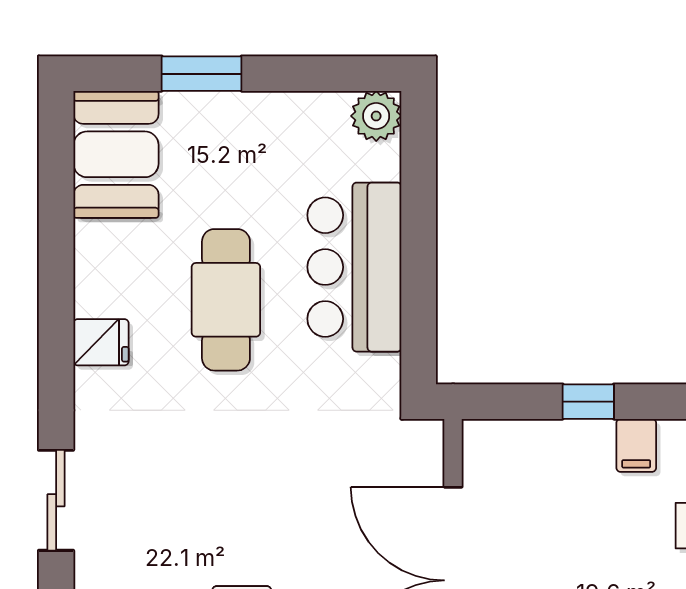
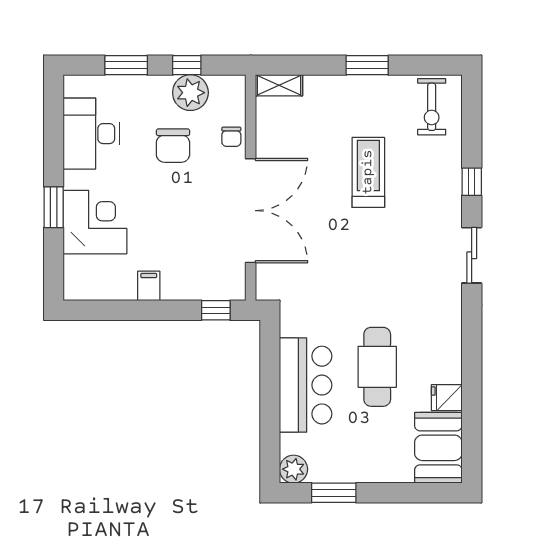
window: (202, 74) -> (334, 493), moved
fridge: (101, 342) -> (447, 398), moved
window: (588, 402) -> (216, 310), moved

